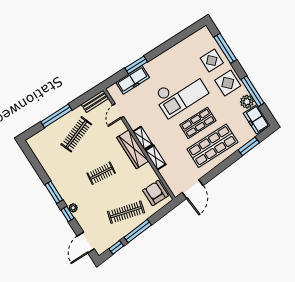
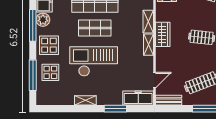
shelving: (166, 56) -> (85, 100), added
freezer: (133, 80) -> (138, 98), moved
wardrobe: (133, 149) -> (163, 34), width x0.67

